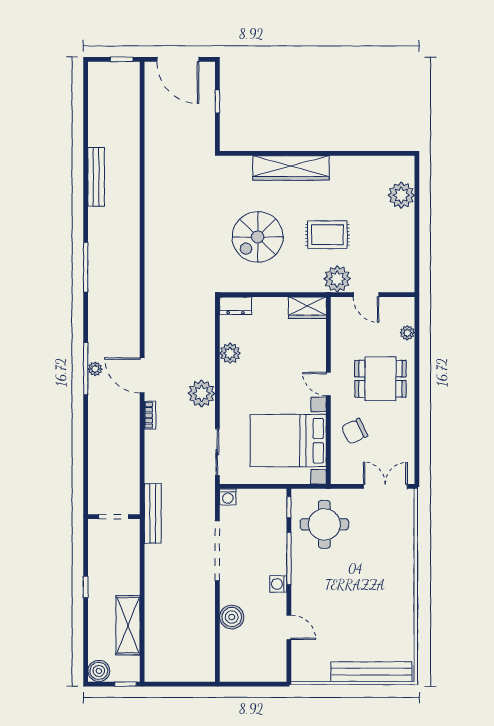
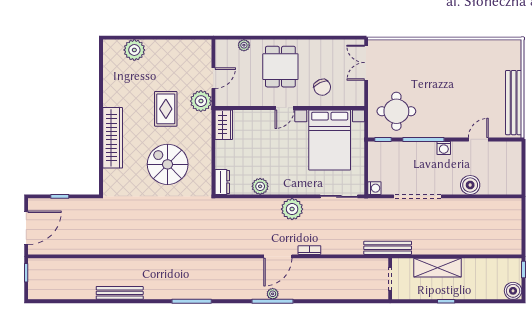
spiral stairs: (258, 237) -> (168, 164), turned 180
shelving: (128, 625) -> (438, 268), moved
bench: (371, 672) -> (514, 103), moved

